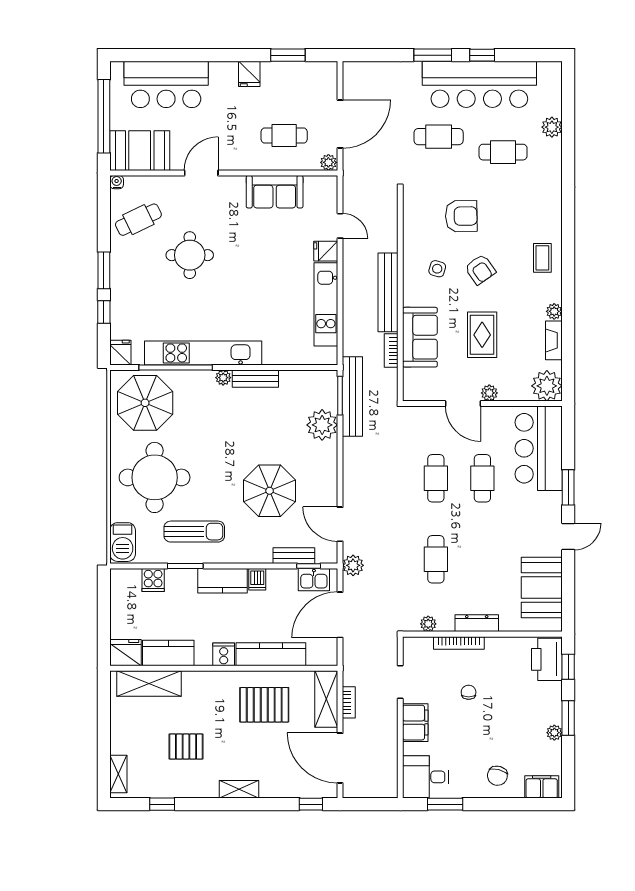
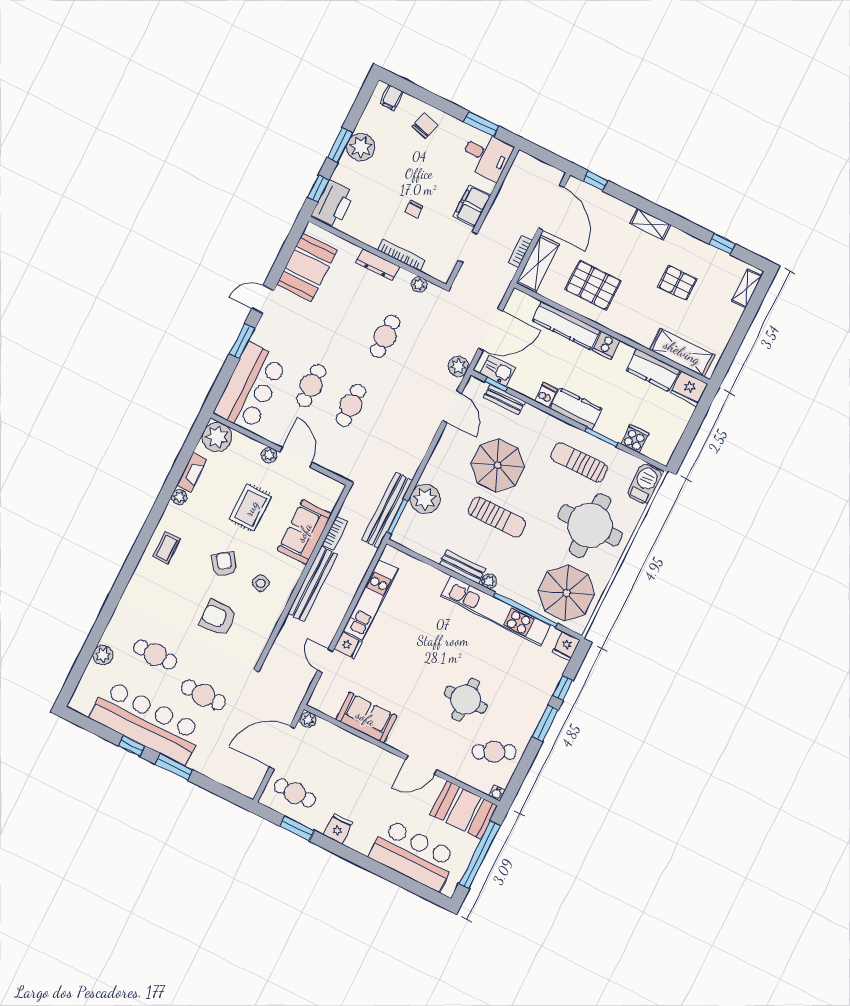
cafe table: (284, 136) -> (295, 793), moved
sun lounger: (246, 442) -> (497, 517), added
plant: (554, 733) -> (361, 147), width x1.88, depth x1.88
filing cabinet: (542, 787) -> (392, 98), width x0.50

